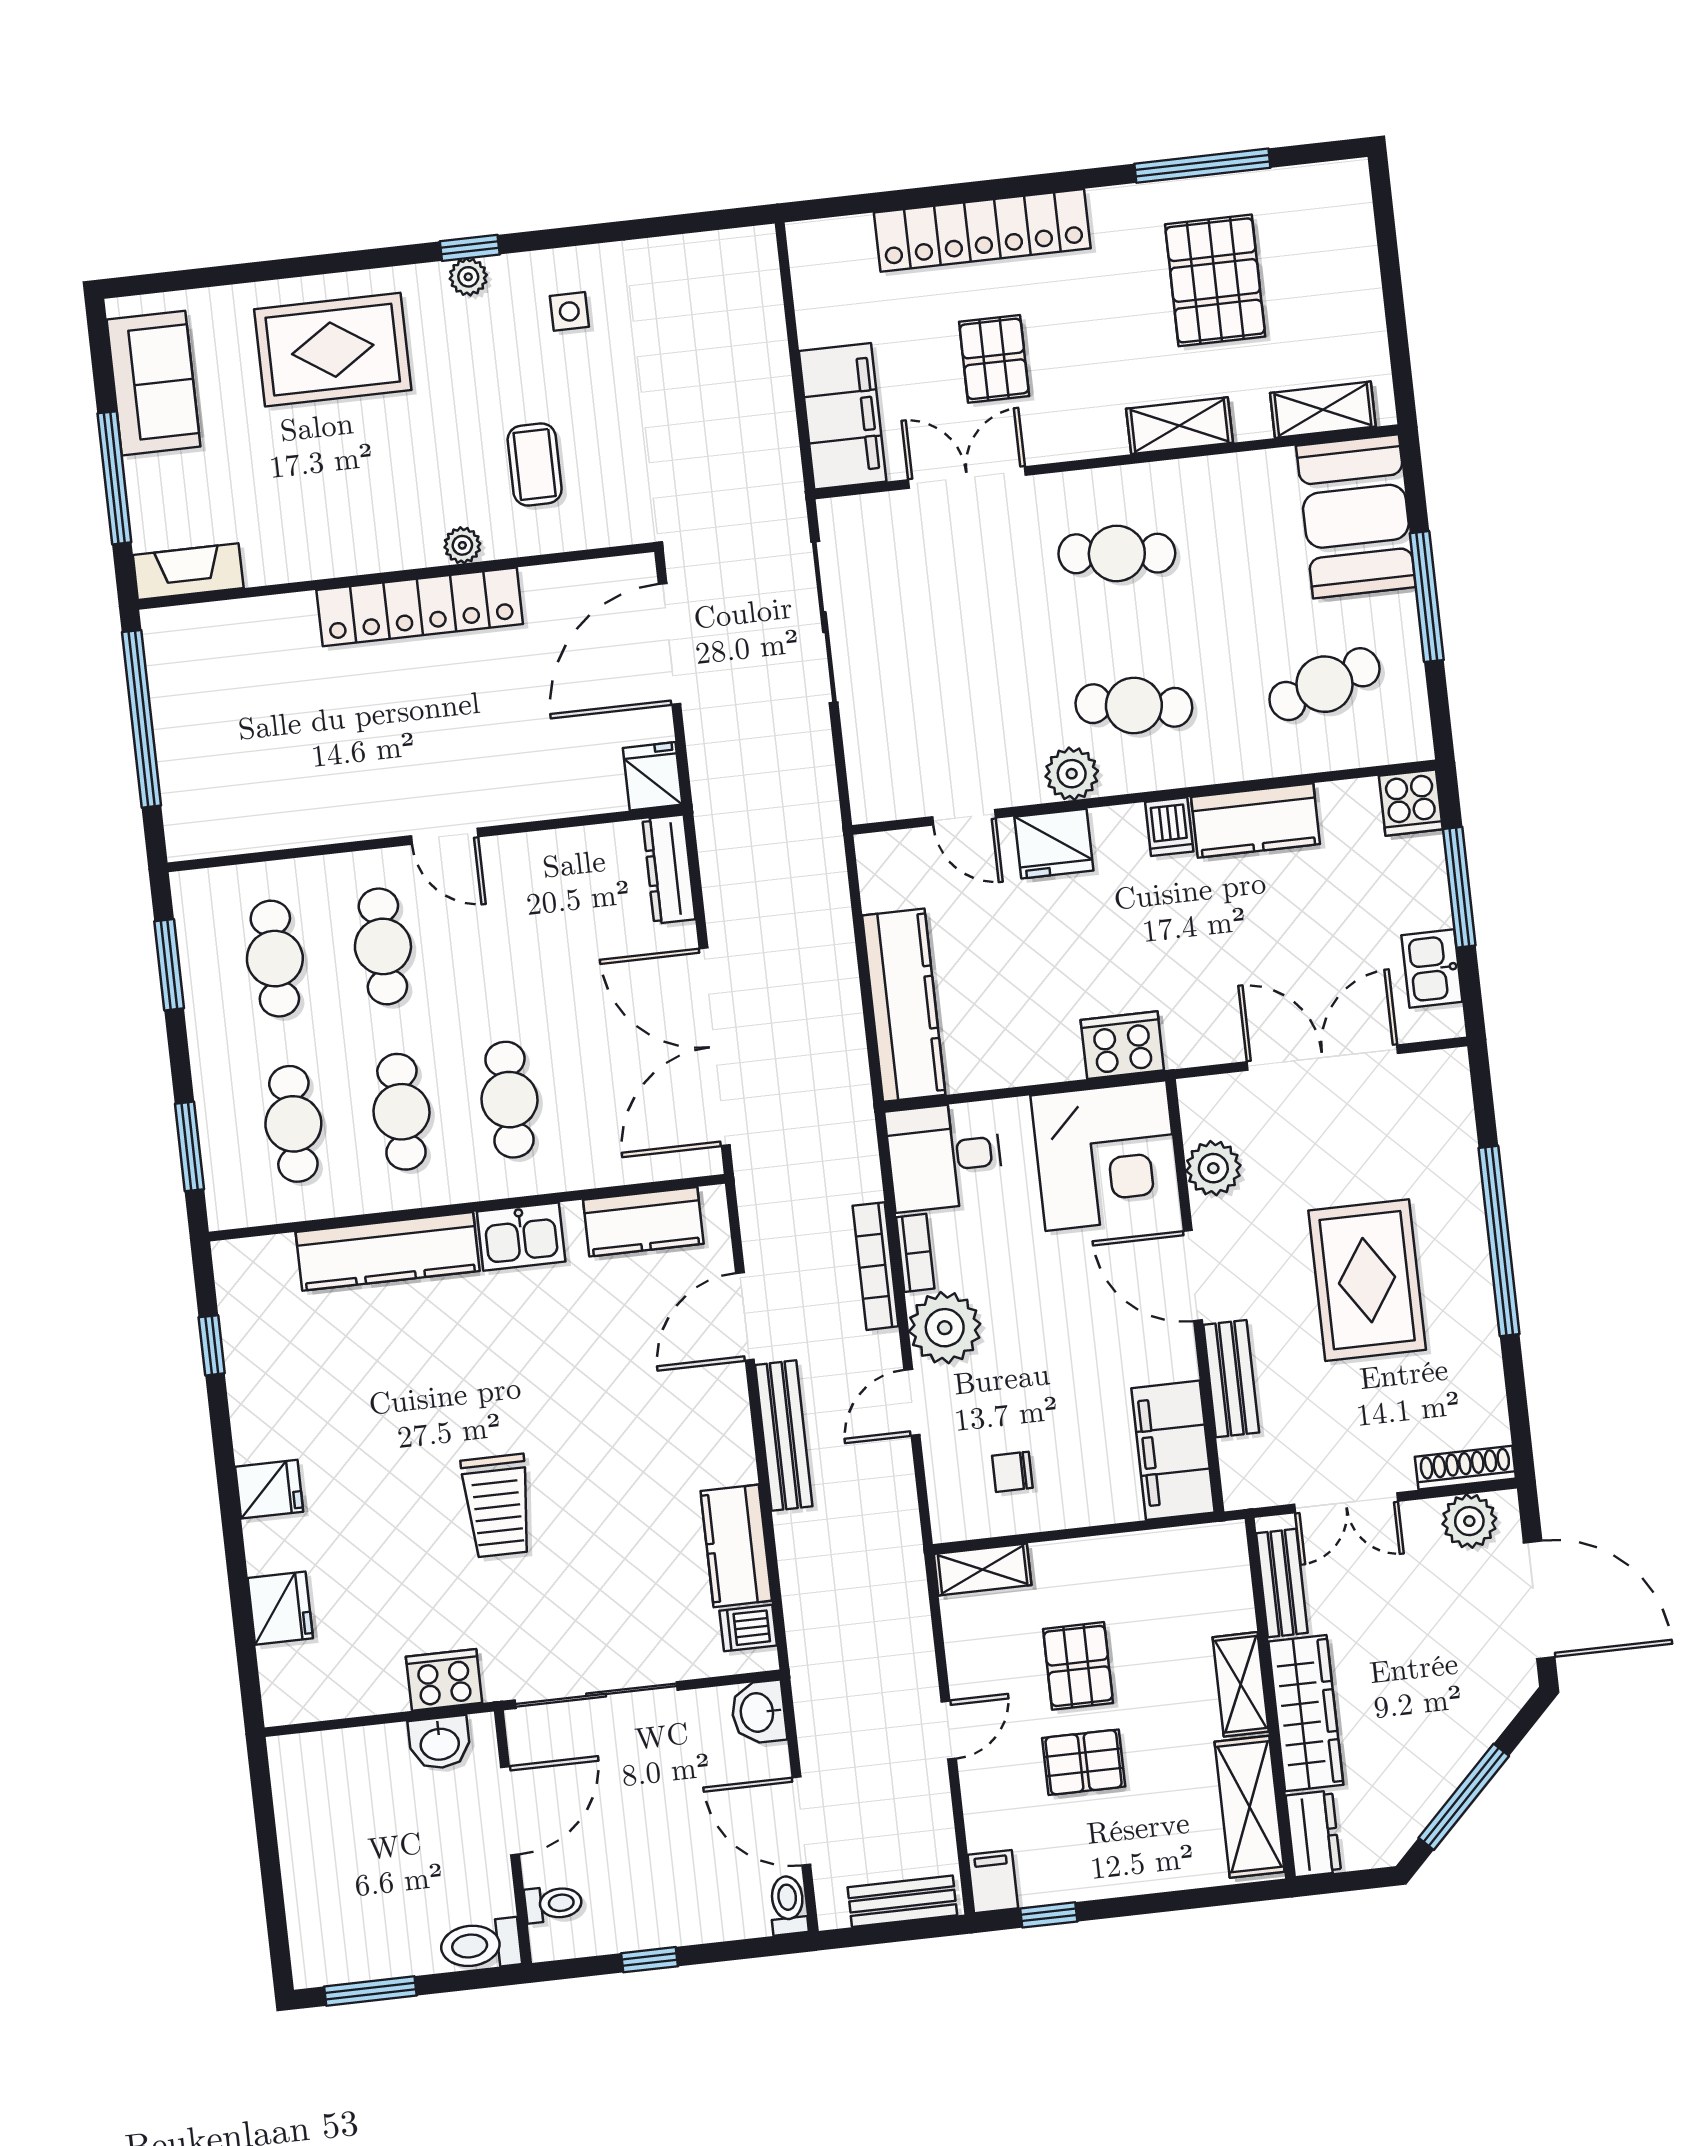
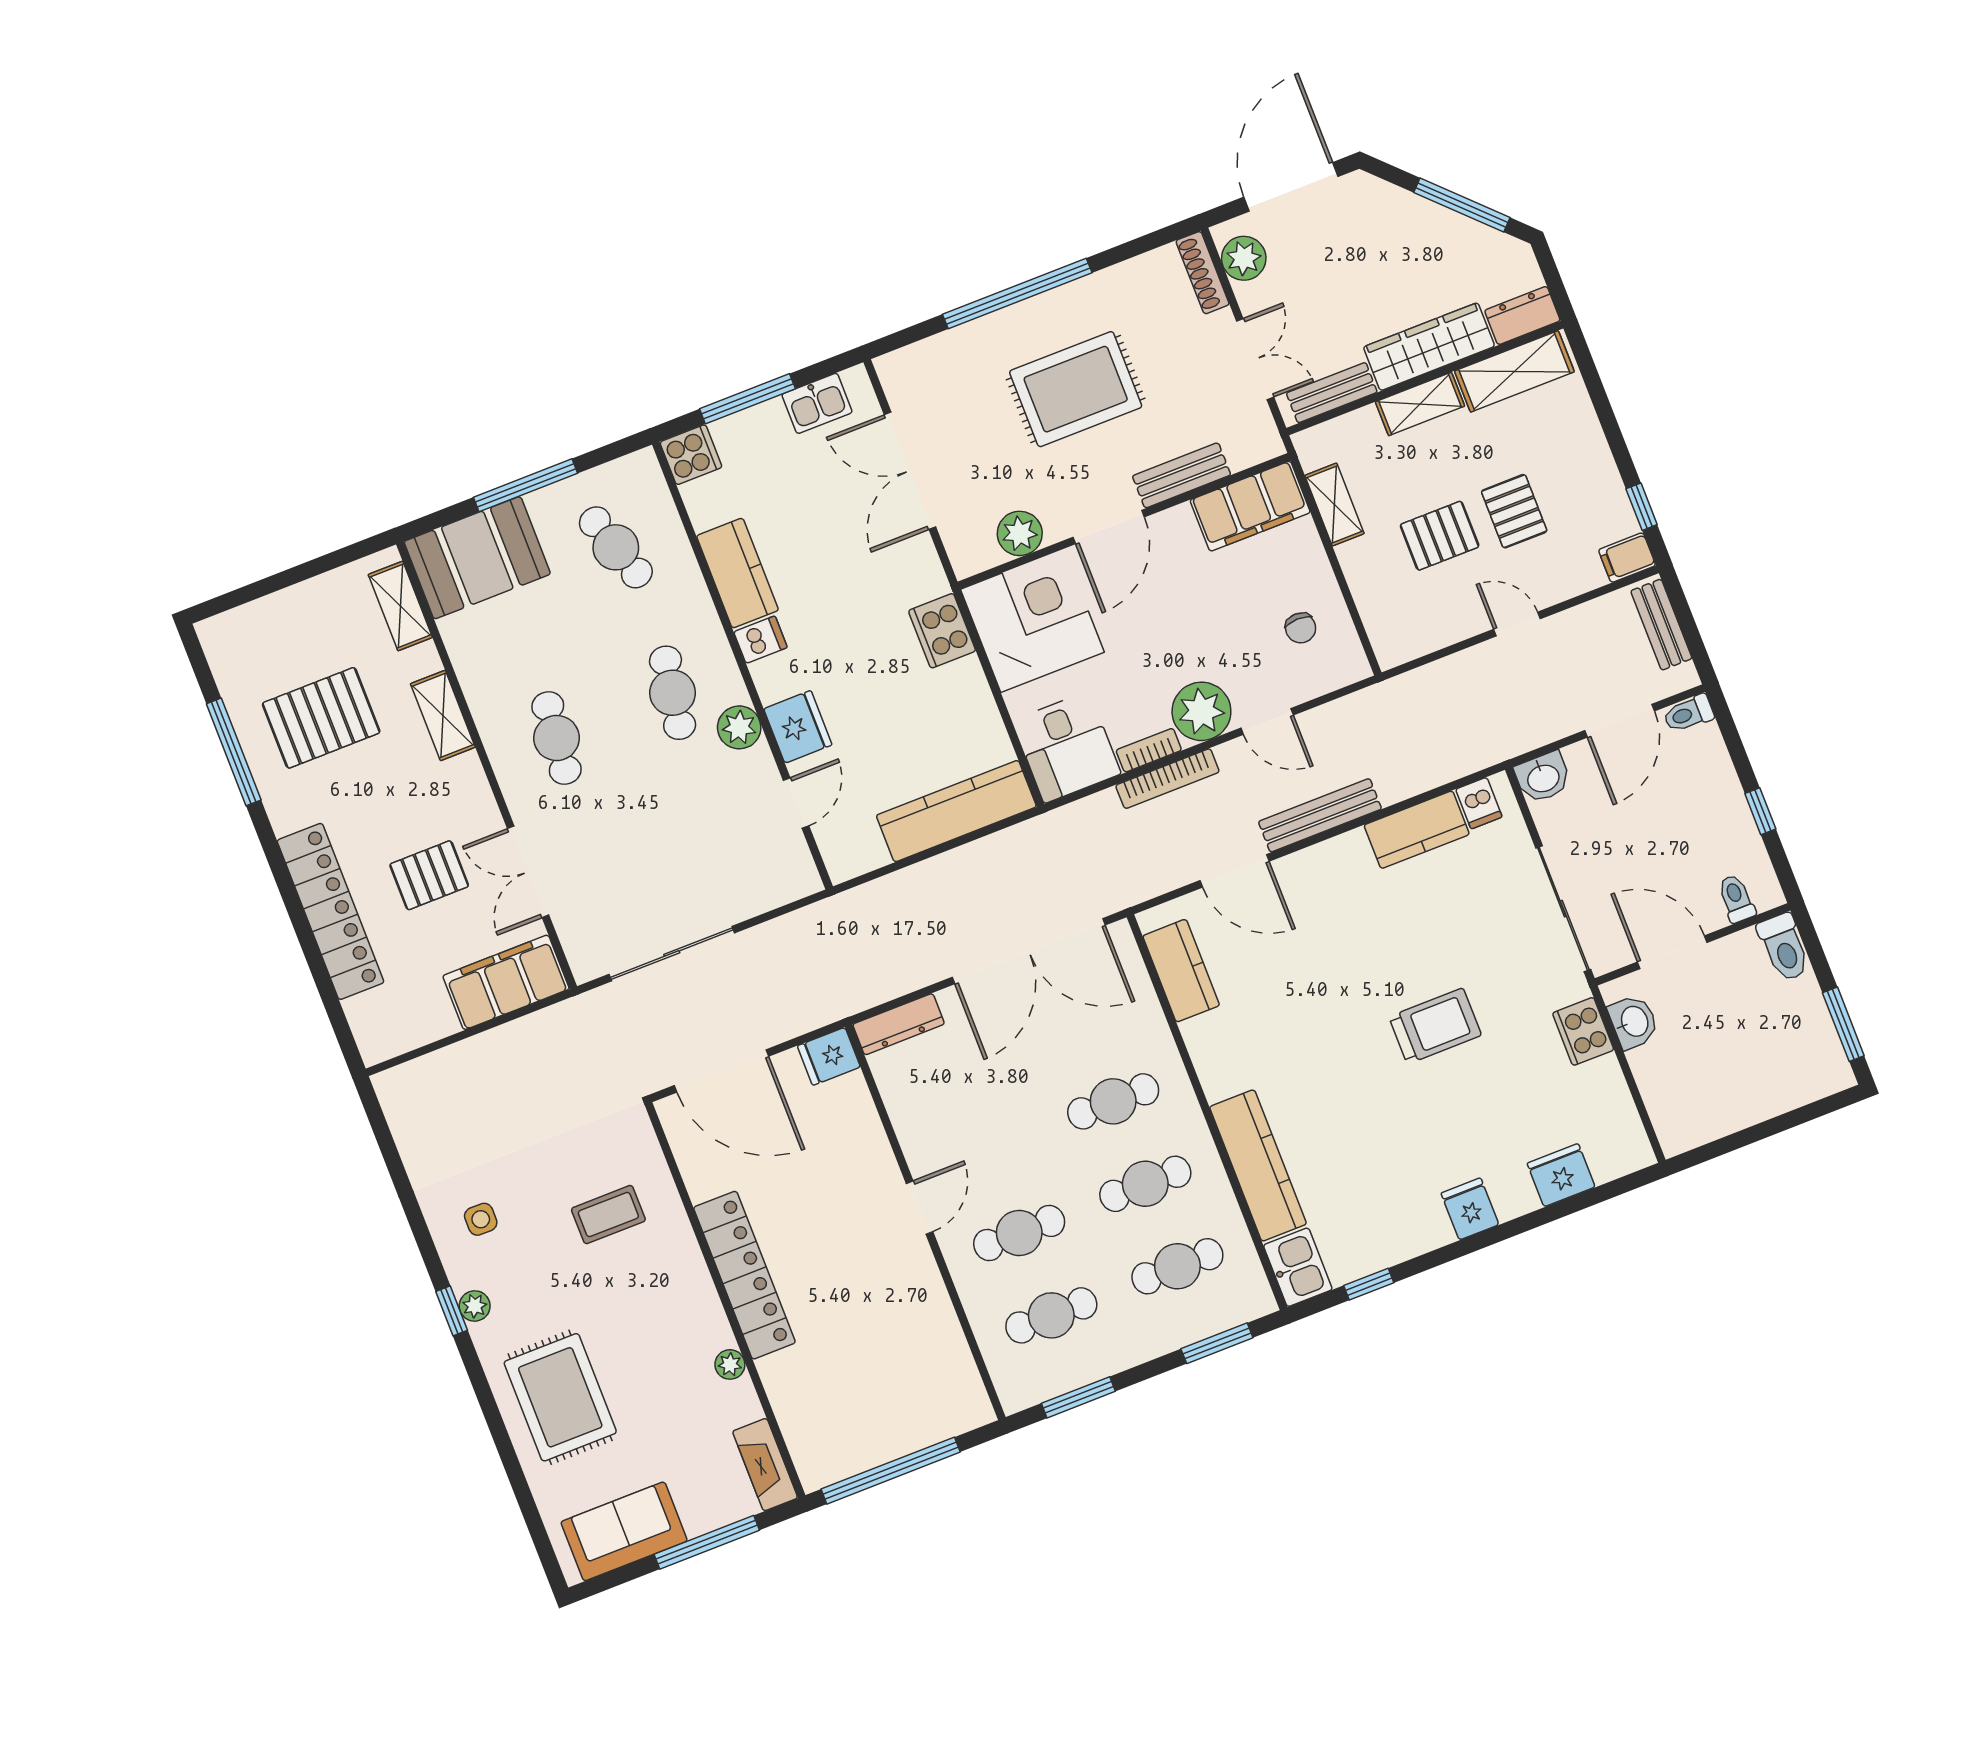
plant: (462, 545) -> (730, 1364), moved
kitchen sink: (521, 1237) -> (1298, 1267), moved
shelving: (983, 1570) -> (1334, 505), moved

